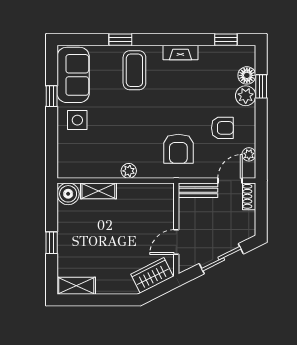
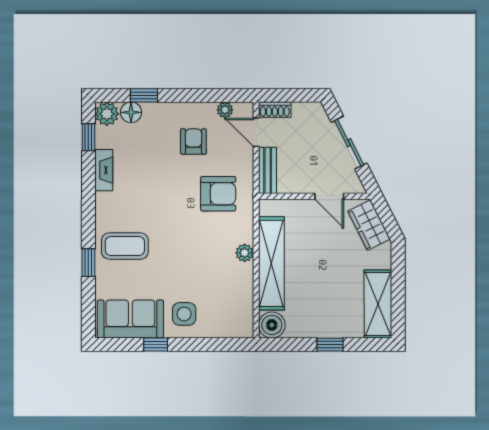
fireplace: (180, 53) -> (104, 170), moved
plant: (246, 96) -> (107, 114), moved
shelving: (98, 191) -> (271, 263), width x2.20, depth x1.33
shelving: (76, 286) -> (378, 304), width x1.50, depth x1.33

